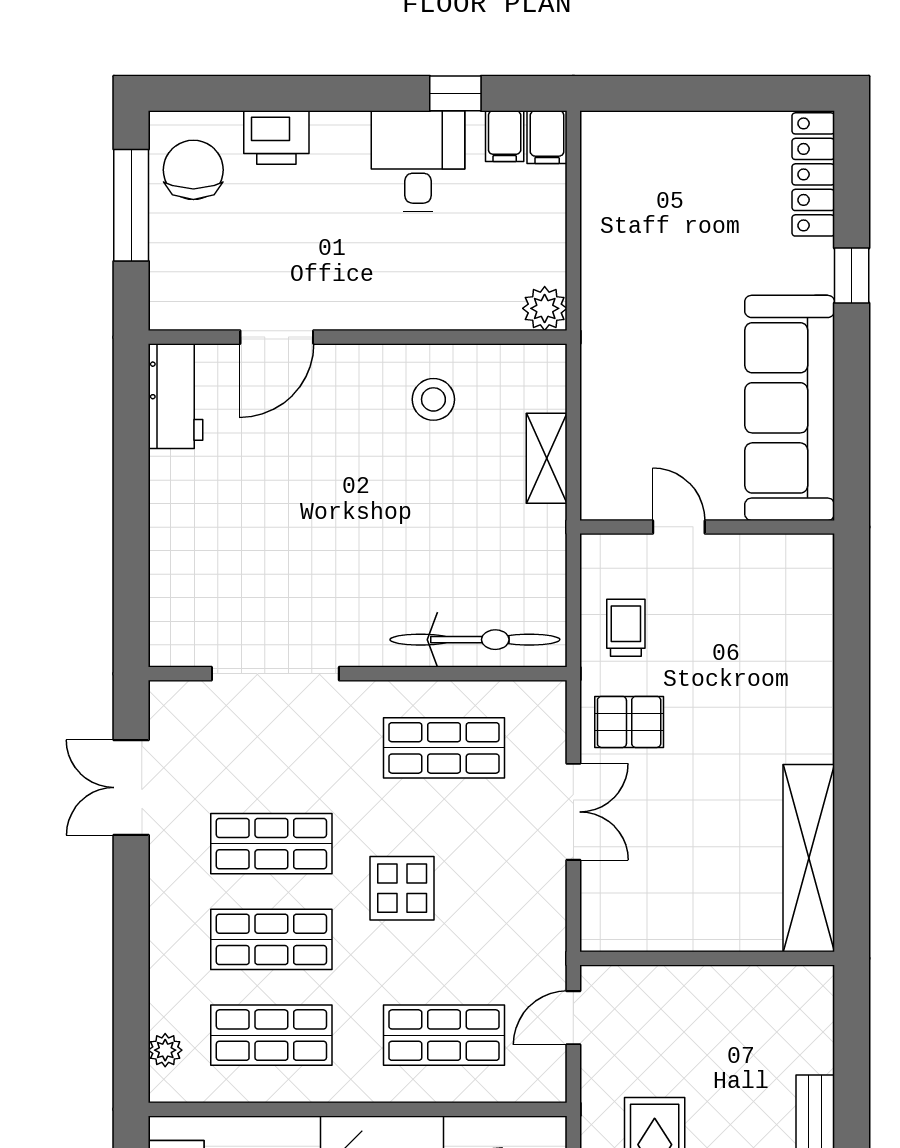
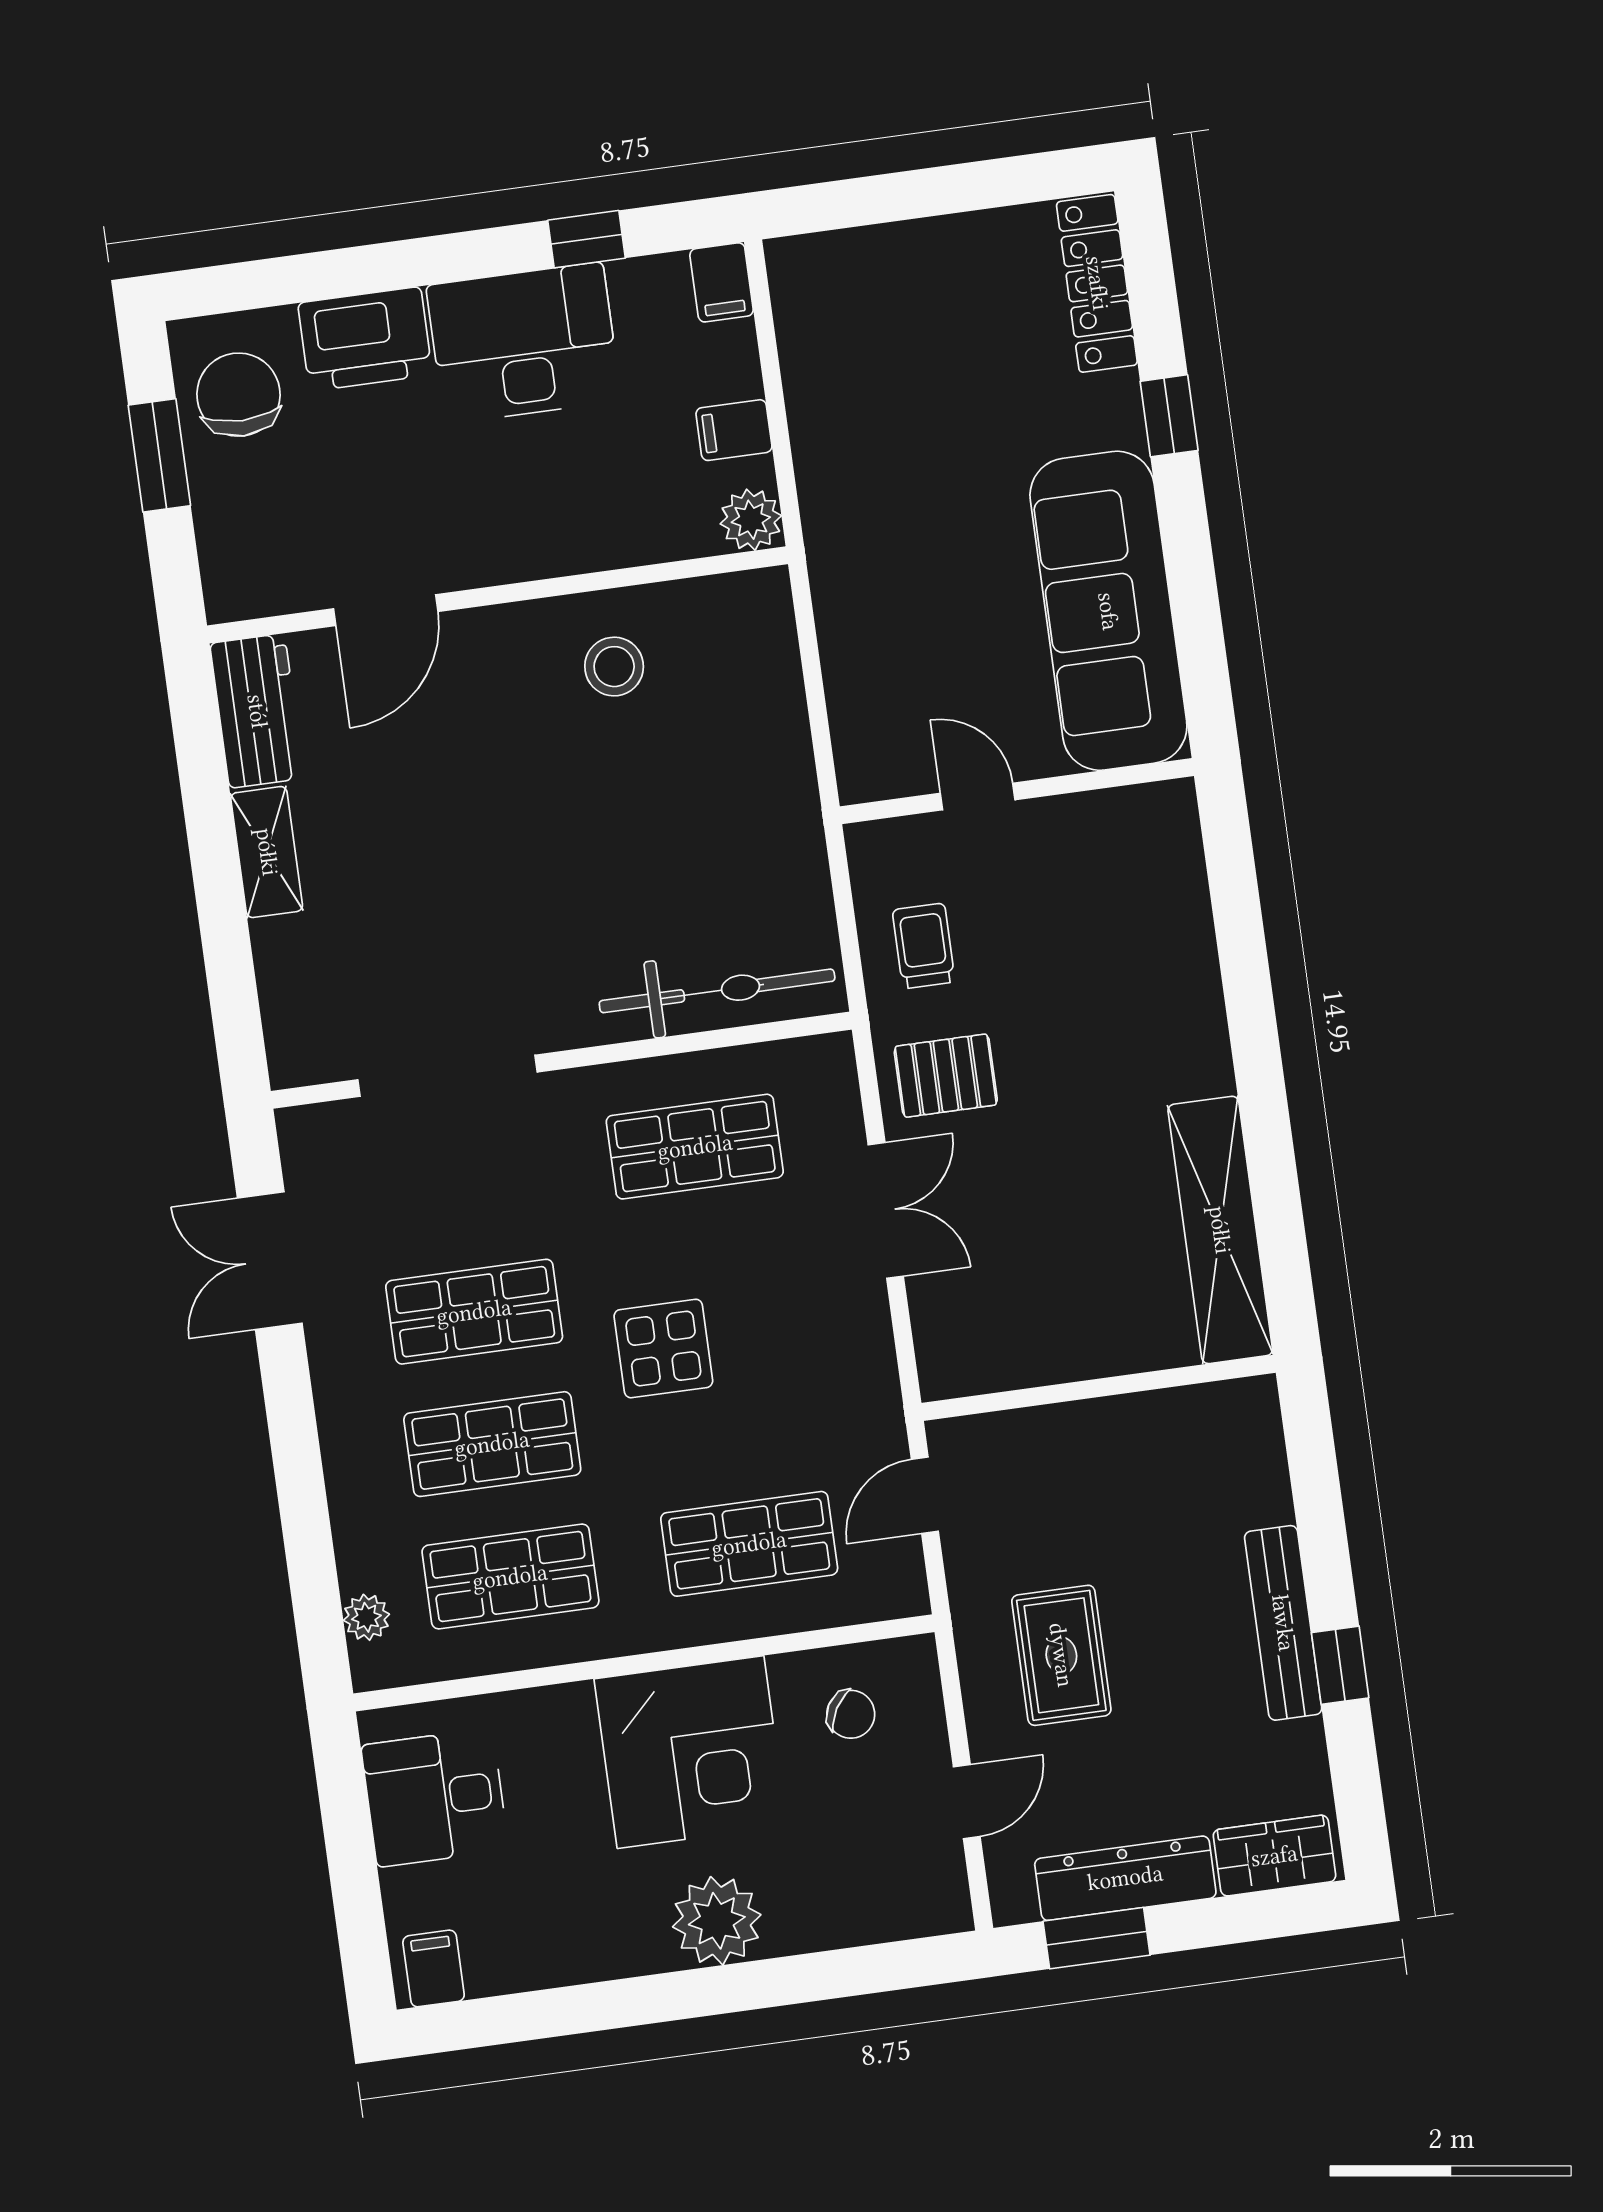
filing cabinet: (505, 136) -> (734, 430), moved, turned 90
printer: (276, 138) -> (365, 339), width x1.37, depth x1.19
desk: (418, 161) -> (524, 343), width x1.37
window: (131, 205) -> (159, 455), width x0.69
shelving: (547, 458) -> (267, 852), moved

